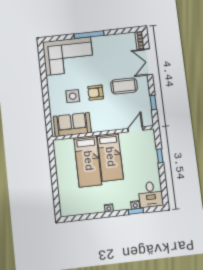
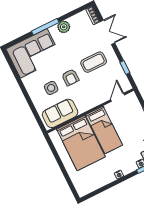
plant: (107, 41) -> (64, 27), added
double door: (148, 62) -> (107, 32), swing flipped
armchair: (96, 93) -> (70, 77), turned -90
bed: (88, 161) -> (81, 143), width x1.50

